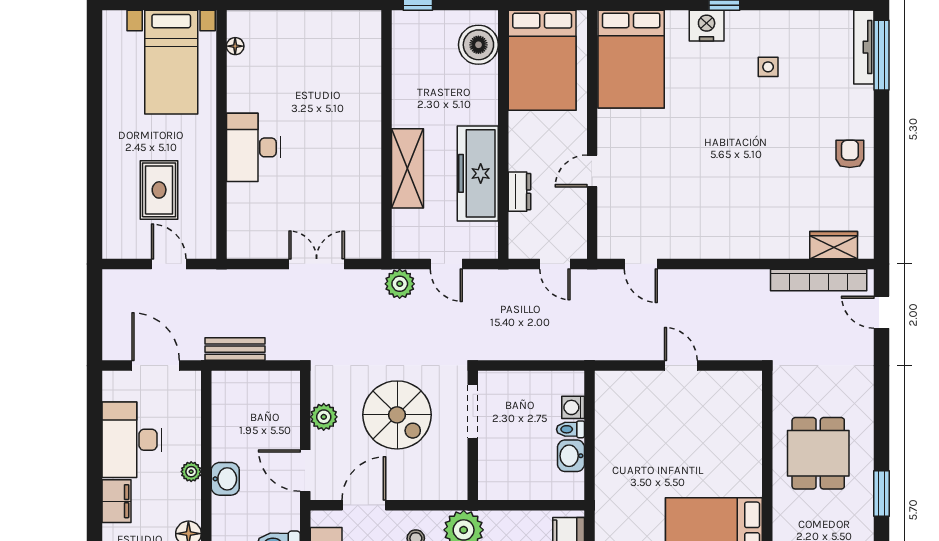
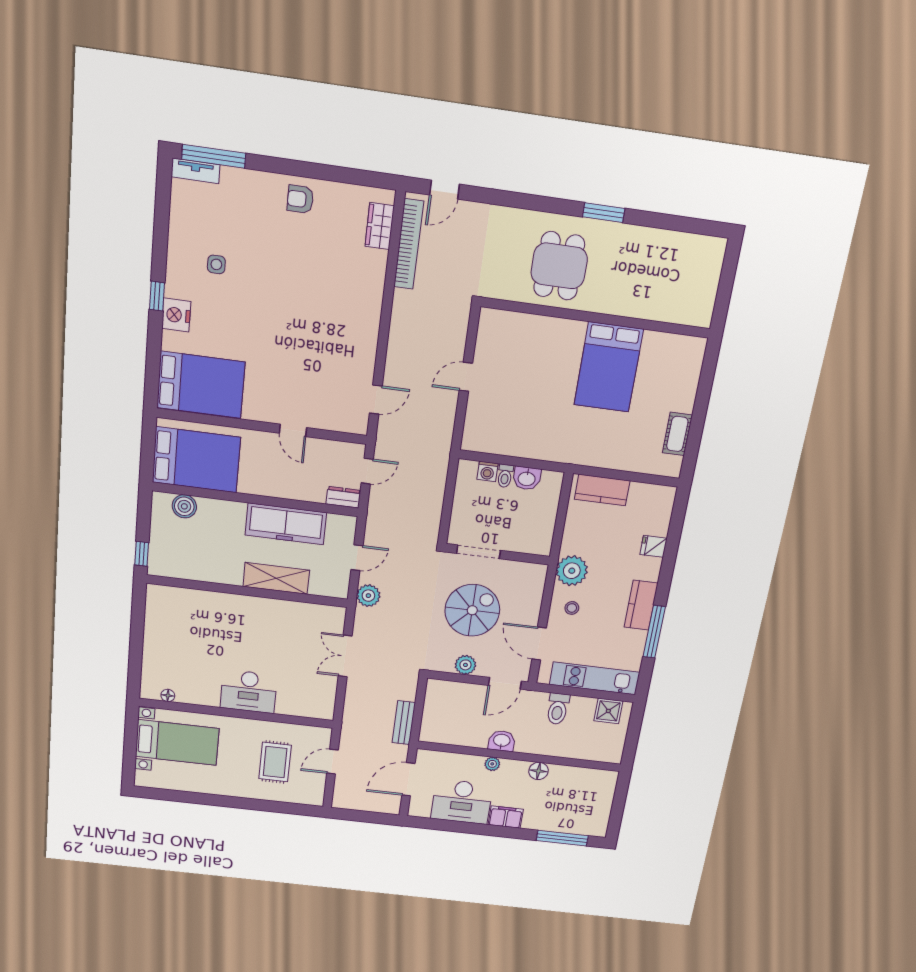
boiler: (478, 45) -> (184, 506), width x0.73, depth x0.73
tv unit: (864, 47) -> (195, 171), width x0.71
rug: (159, 190) -> (275, 762), turned 90
dresser: (519, 192) -> (343, 497), moved
dining table: (818, 453) -> (559, 266), turned 90

